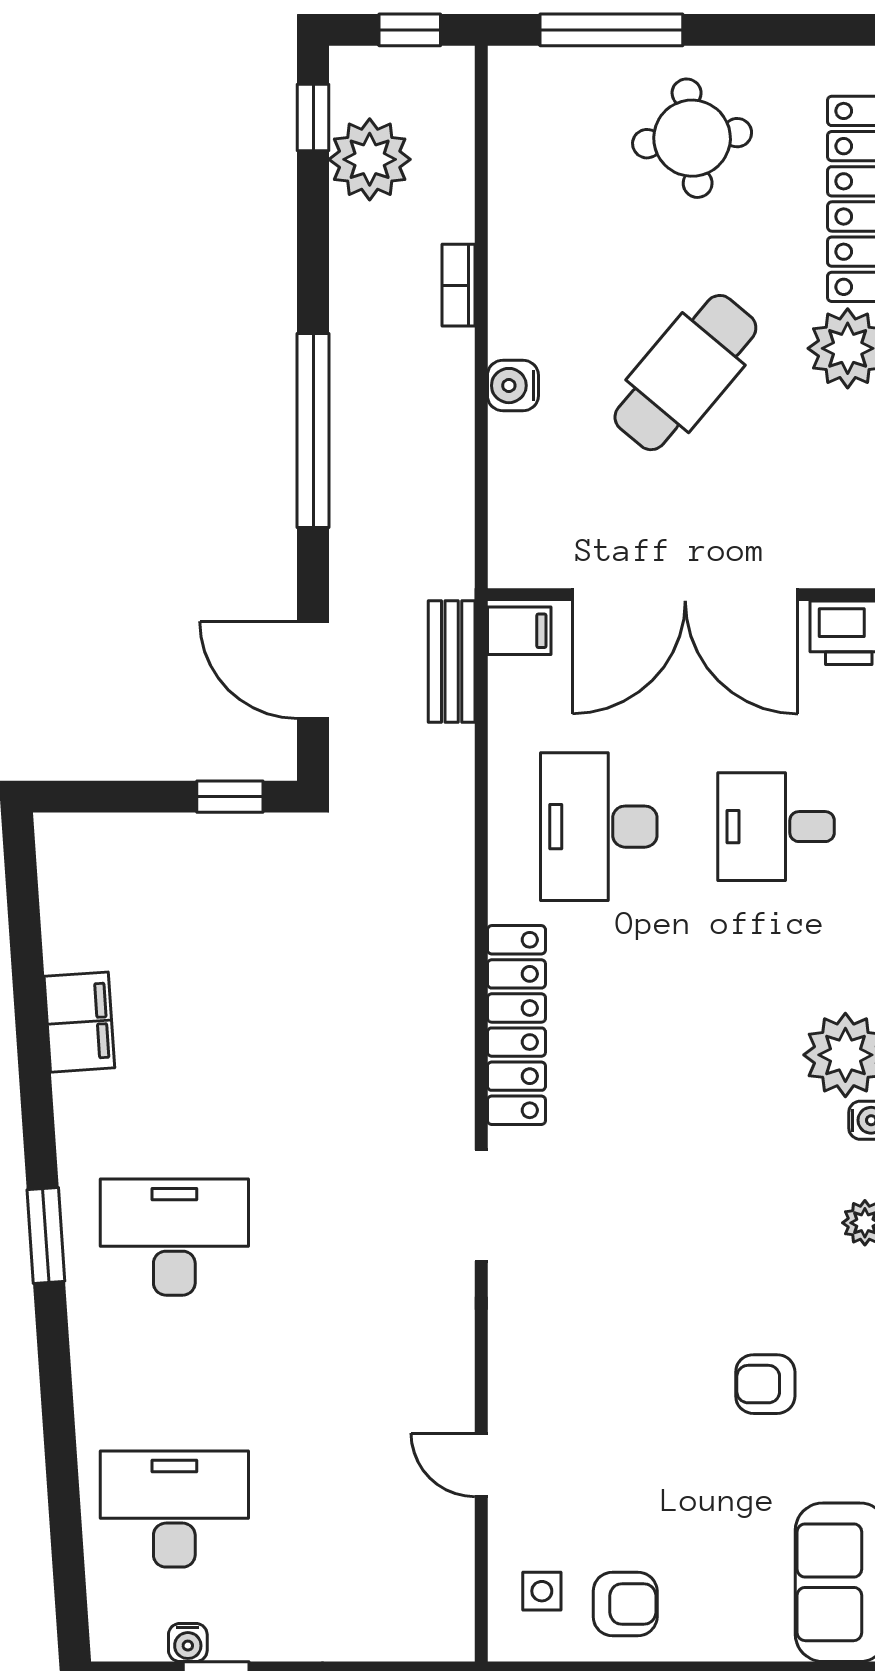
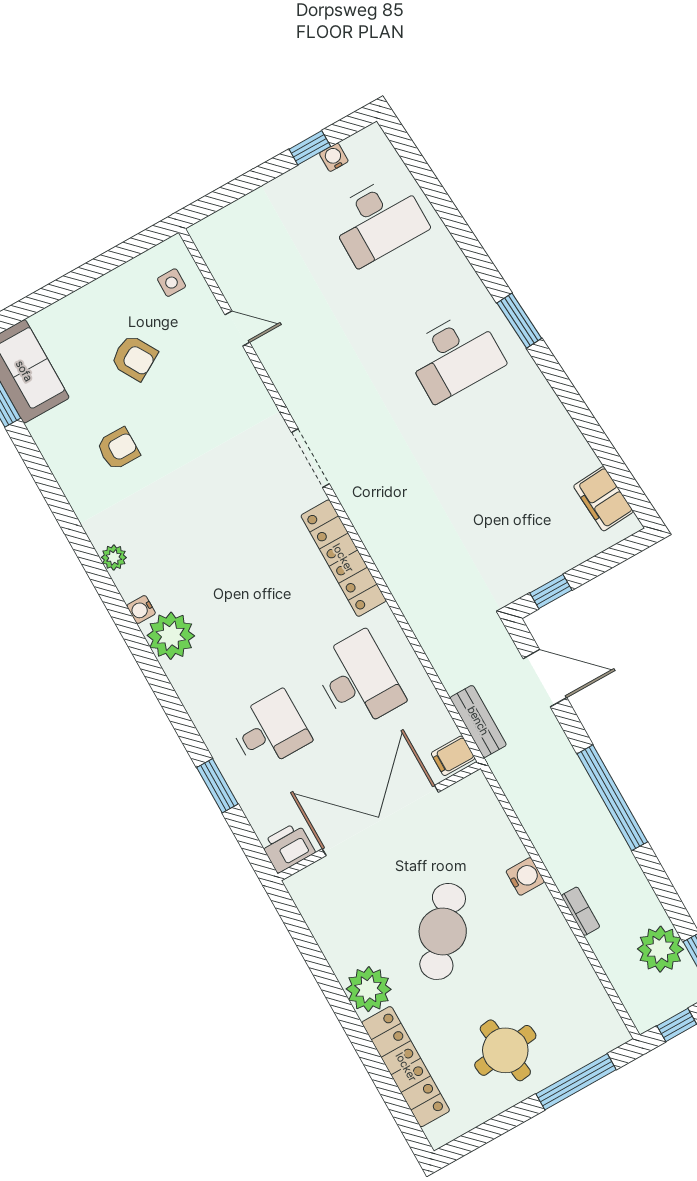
filing cabinet: (79, 1022) -> (603, 499), moved
armchair: (625, 1604) -> (134, 358), moved, turned -120

